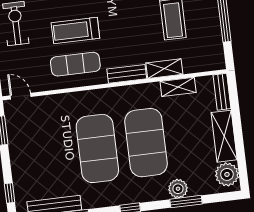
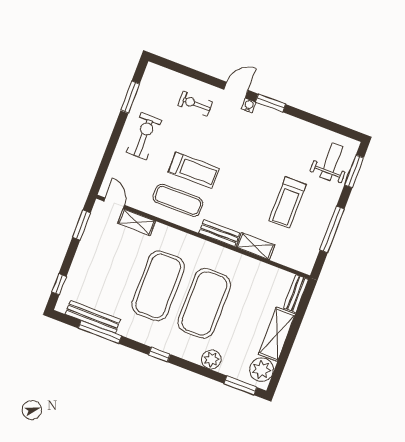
treadmill: (75, 30) -> (194, 170), turned 180
shelving: (178, 87) -> (137, 222), moved
window: (186, 202) -> (240, 385), moved

